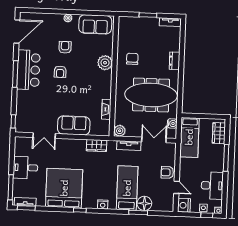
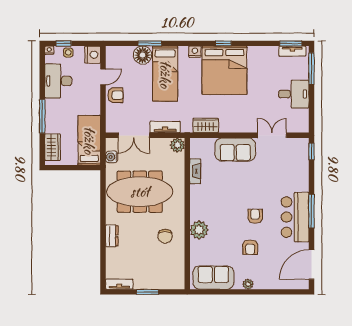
door: (176, 187) -> (103, 77), swing flipped
bed: (64, 188) -> (224, 70), moved

